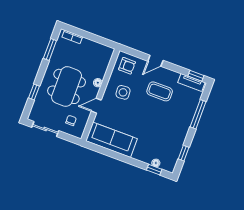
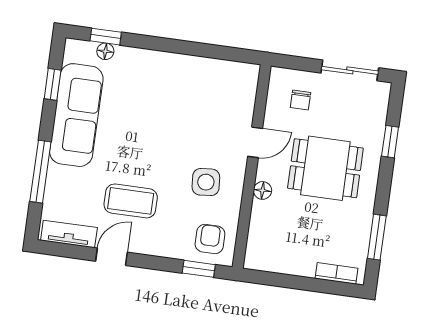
door: (155, 61) -> (111, 257), moved
armchair: (127, 66) -> (210, 239), turned 90
window: (196, 76) -> (199, 269), moved
dining table: (67, 86) -> (325, 168), width x0.73
sofa: (112, 140) -> (76, 115), moved, turned -90

